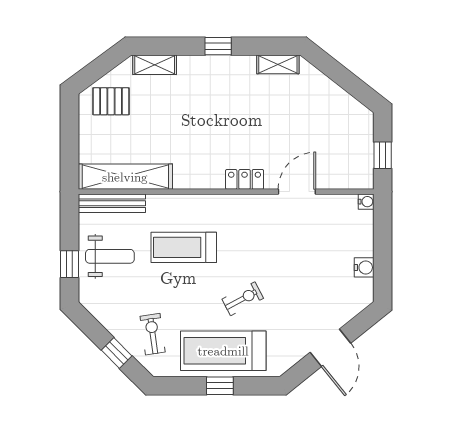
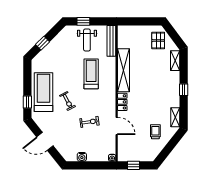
trolley: (310, 107) -> (155, 132), added
shelving: (125, 177) -> (124, 70), moved
exercise bike: (153, 334) -> (89, 122), moved
window: (220, 386) -> (27, 102), moved

